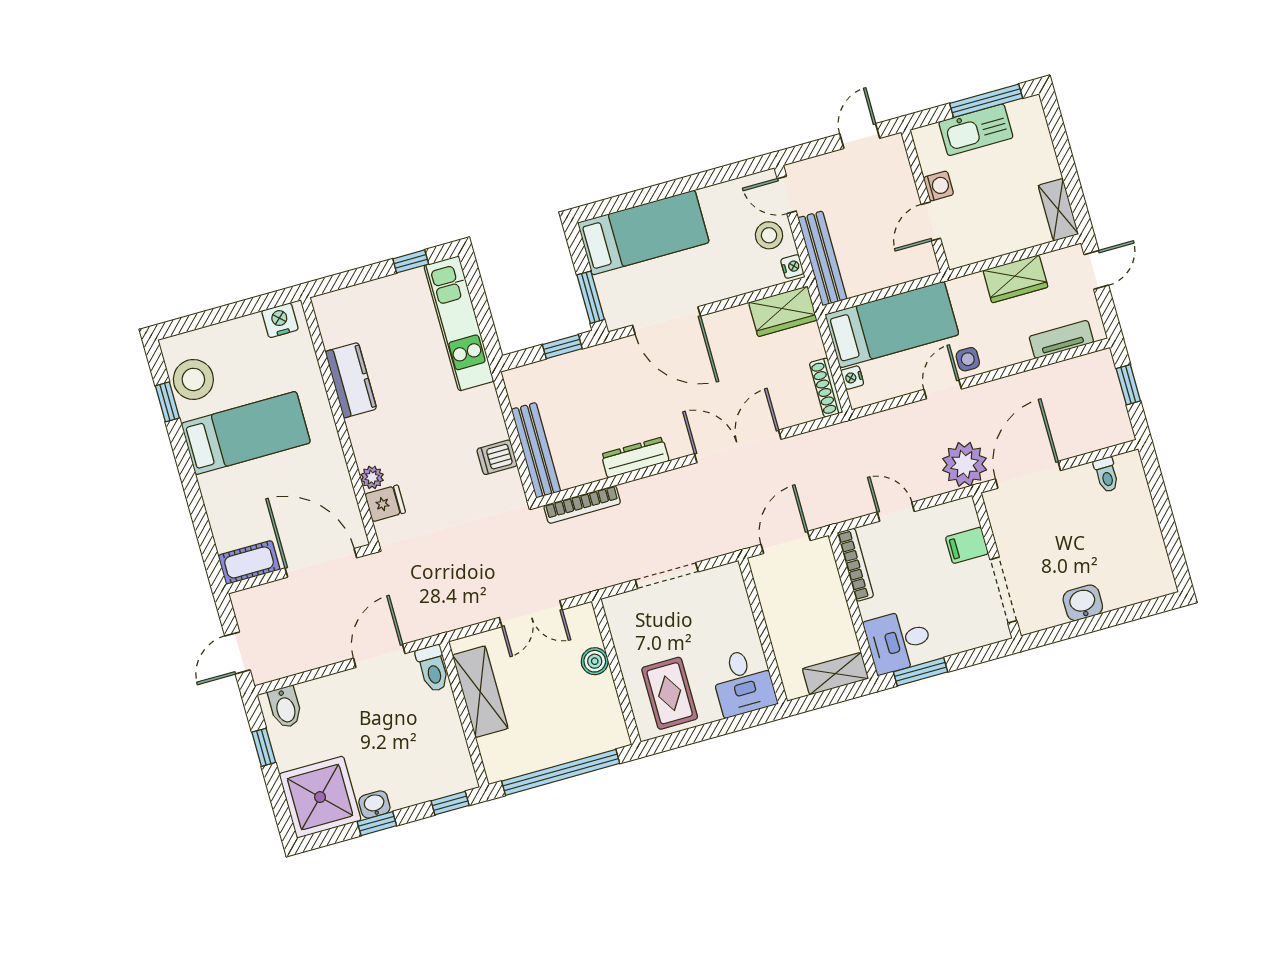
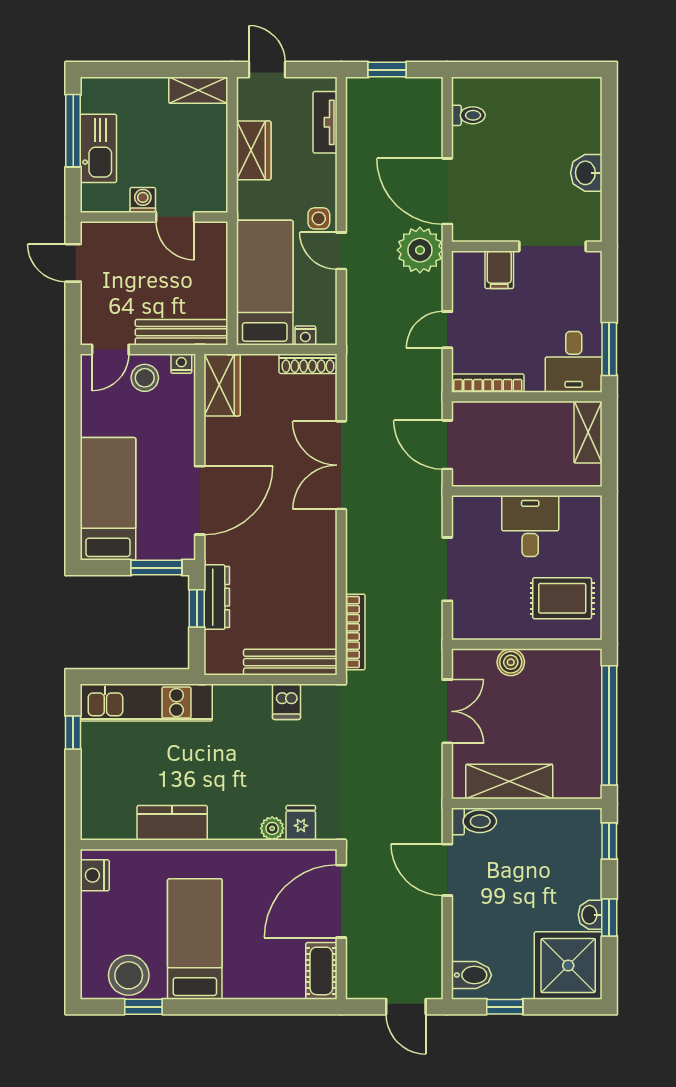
dresser: (635, 458) -> (217, 597), moved, turned 180
desk: (743, 682) -> (530, 526), moved, turned -90

